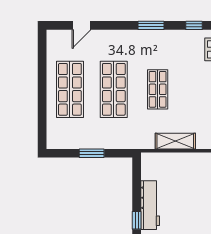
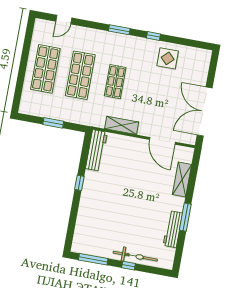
workbench: (150, 205) -> (96, 150), moved

